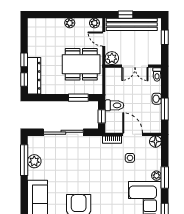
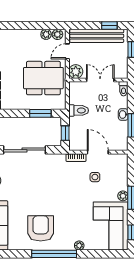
window: (126, 15) -> (109, 25), moved
plant: (70, 23) -> (46, 34), moved
door: (104, 39) -> (67, 51), hinge flipped
double door: (135, 66) -> (100, 80), swing flipped
toilet: (114, 105) -> (79, 110), moved
floor lamp: (155, 142) -> (122, 160), removed

